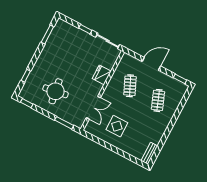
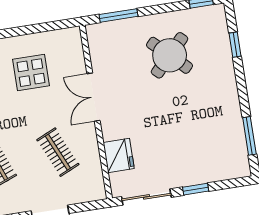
fridge: (102, 75) -> (119, 156), moved
round table: (56, 91) -> (170, 55), turned -37
double door: (93, 108) -> (94, 97), moved

